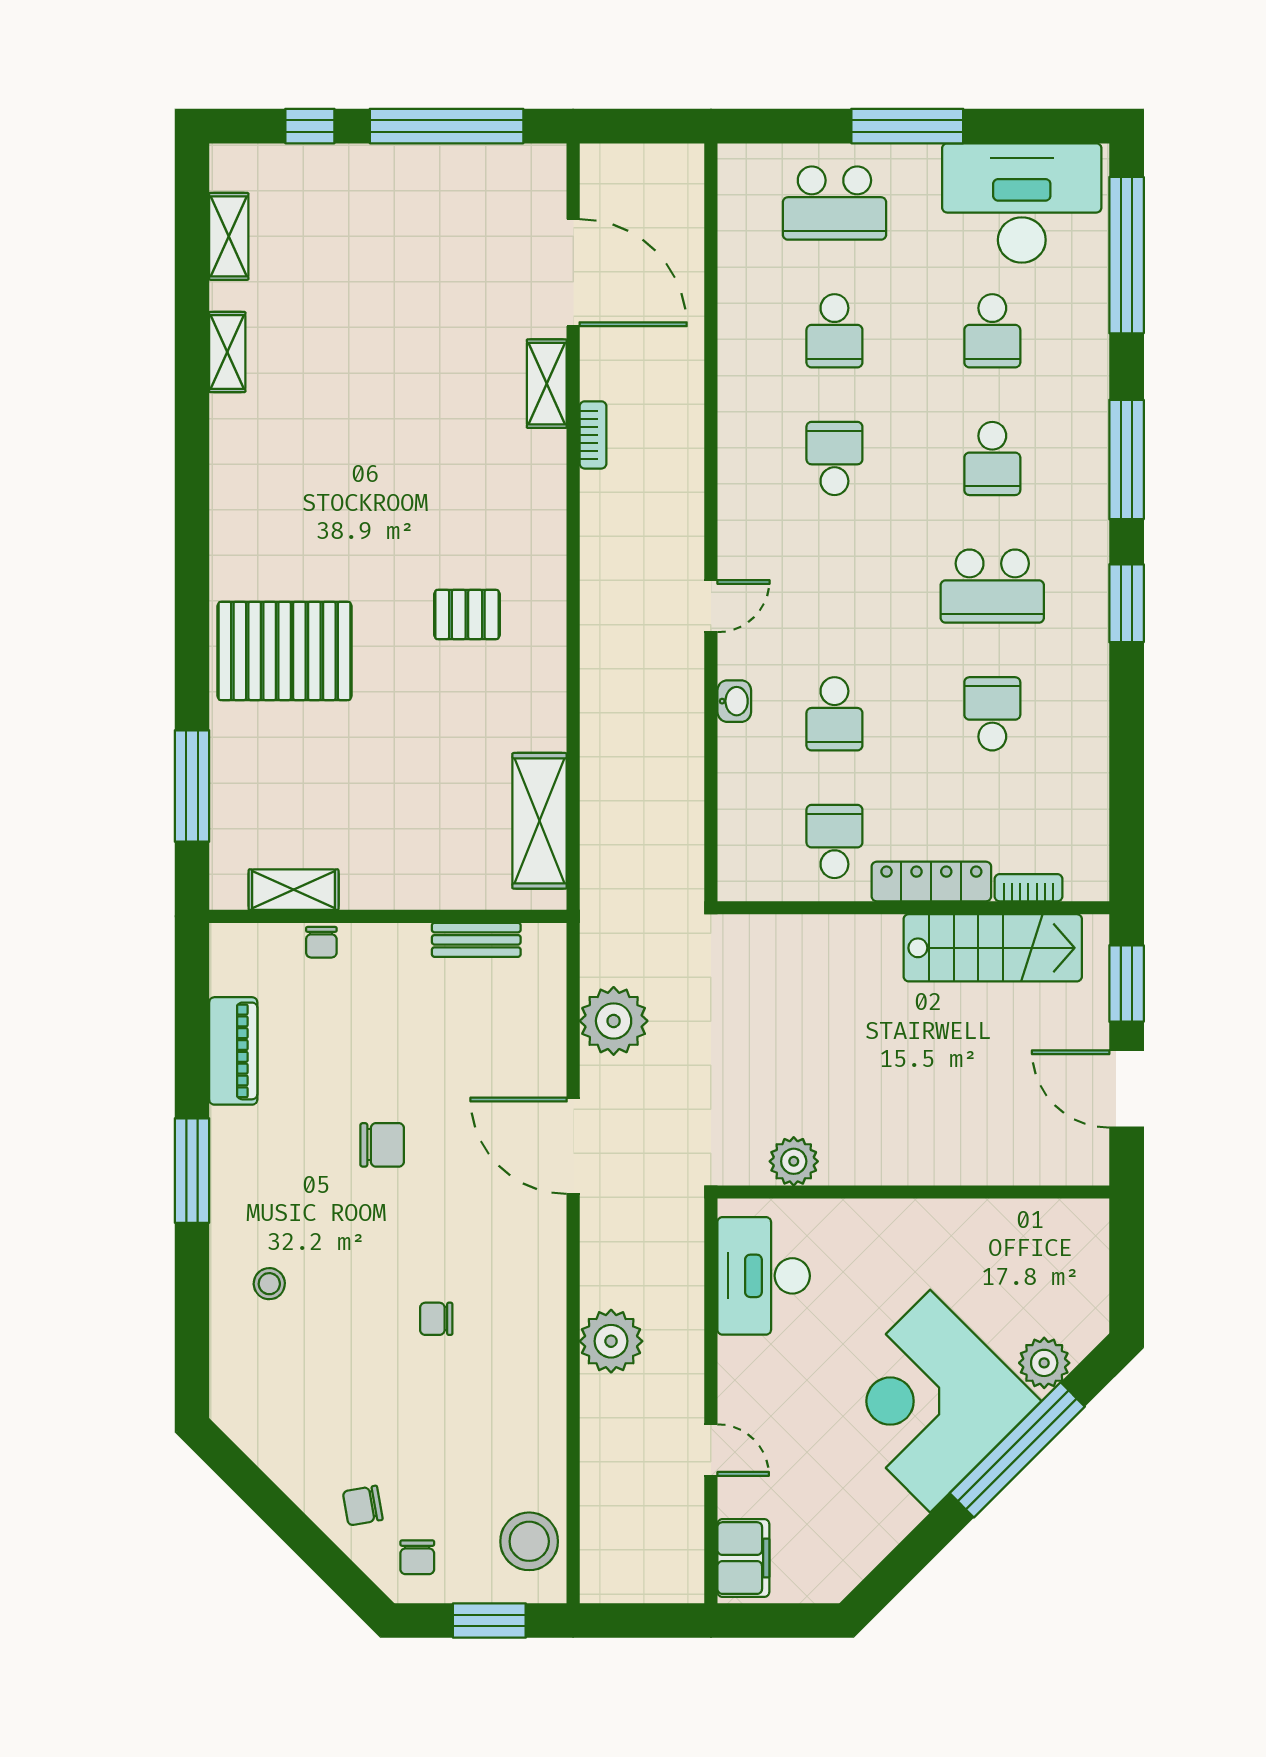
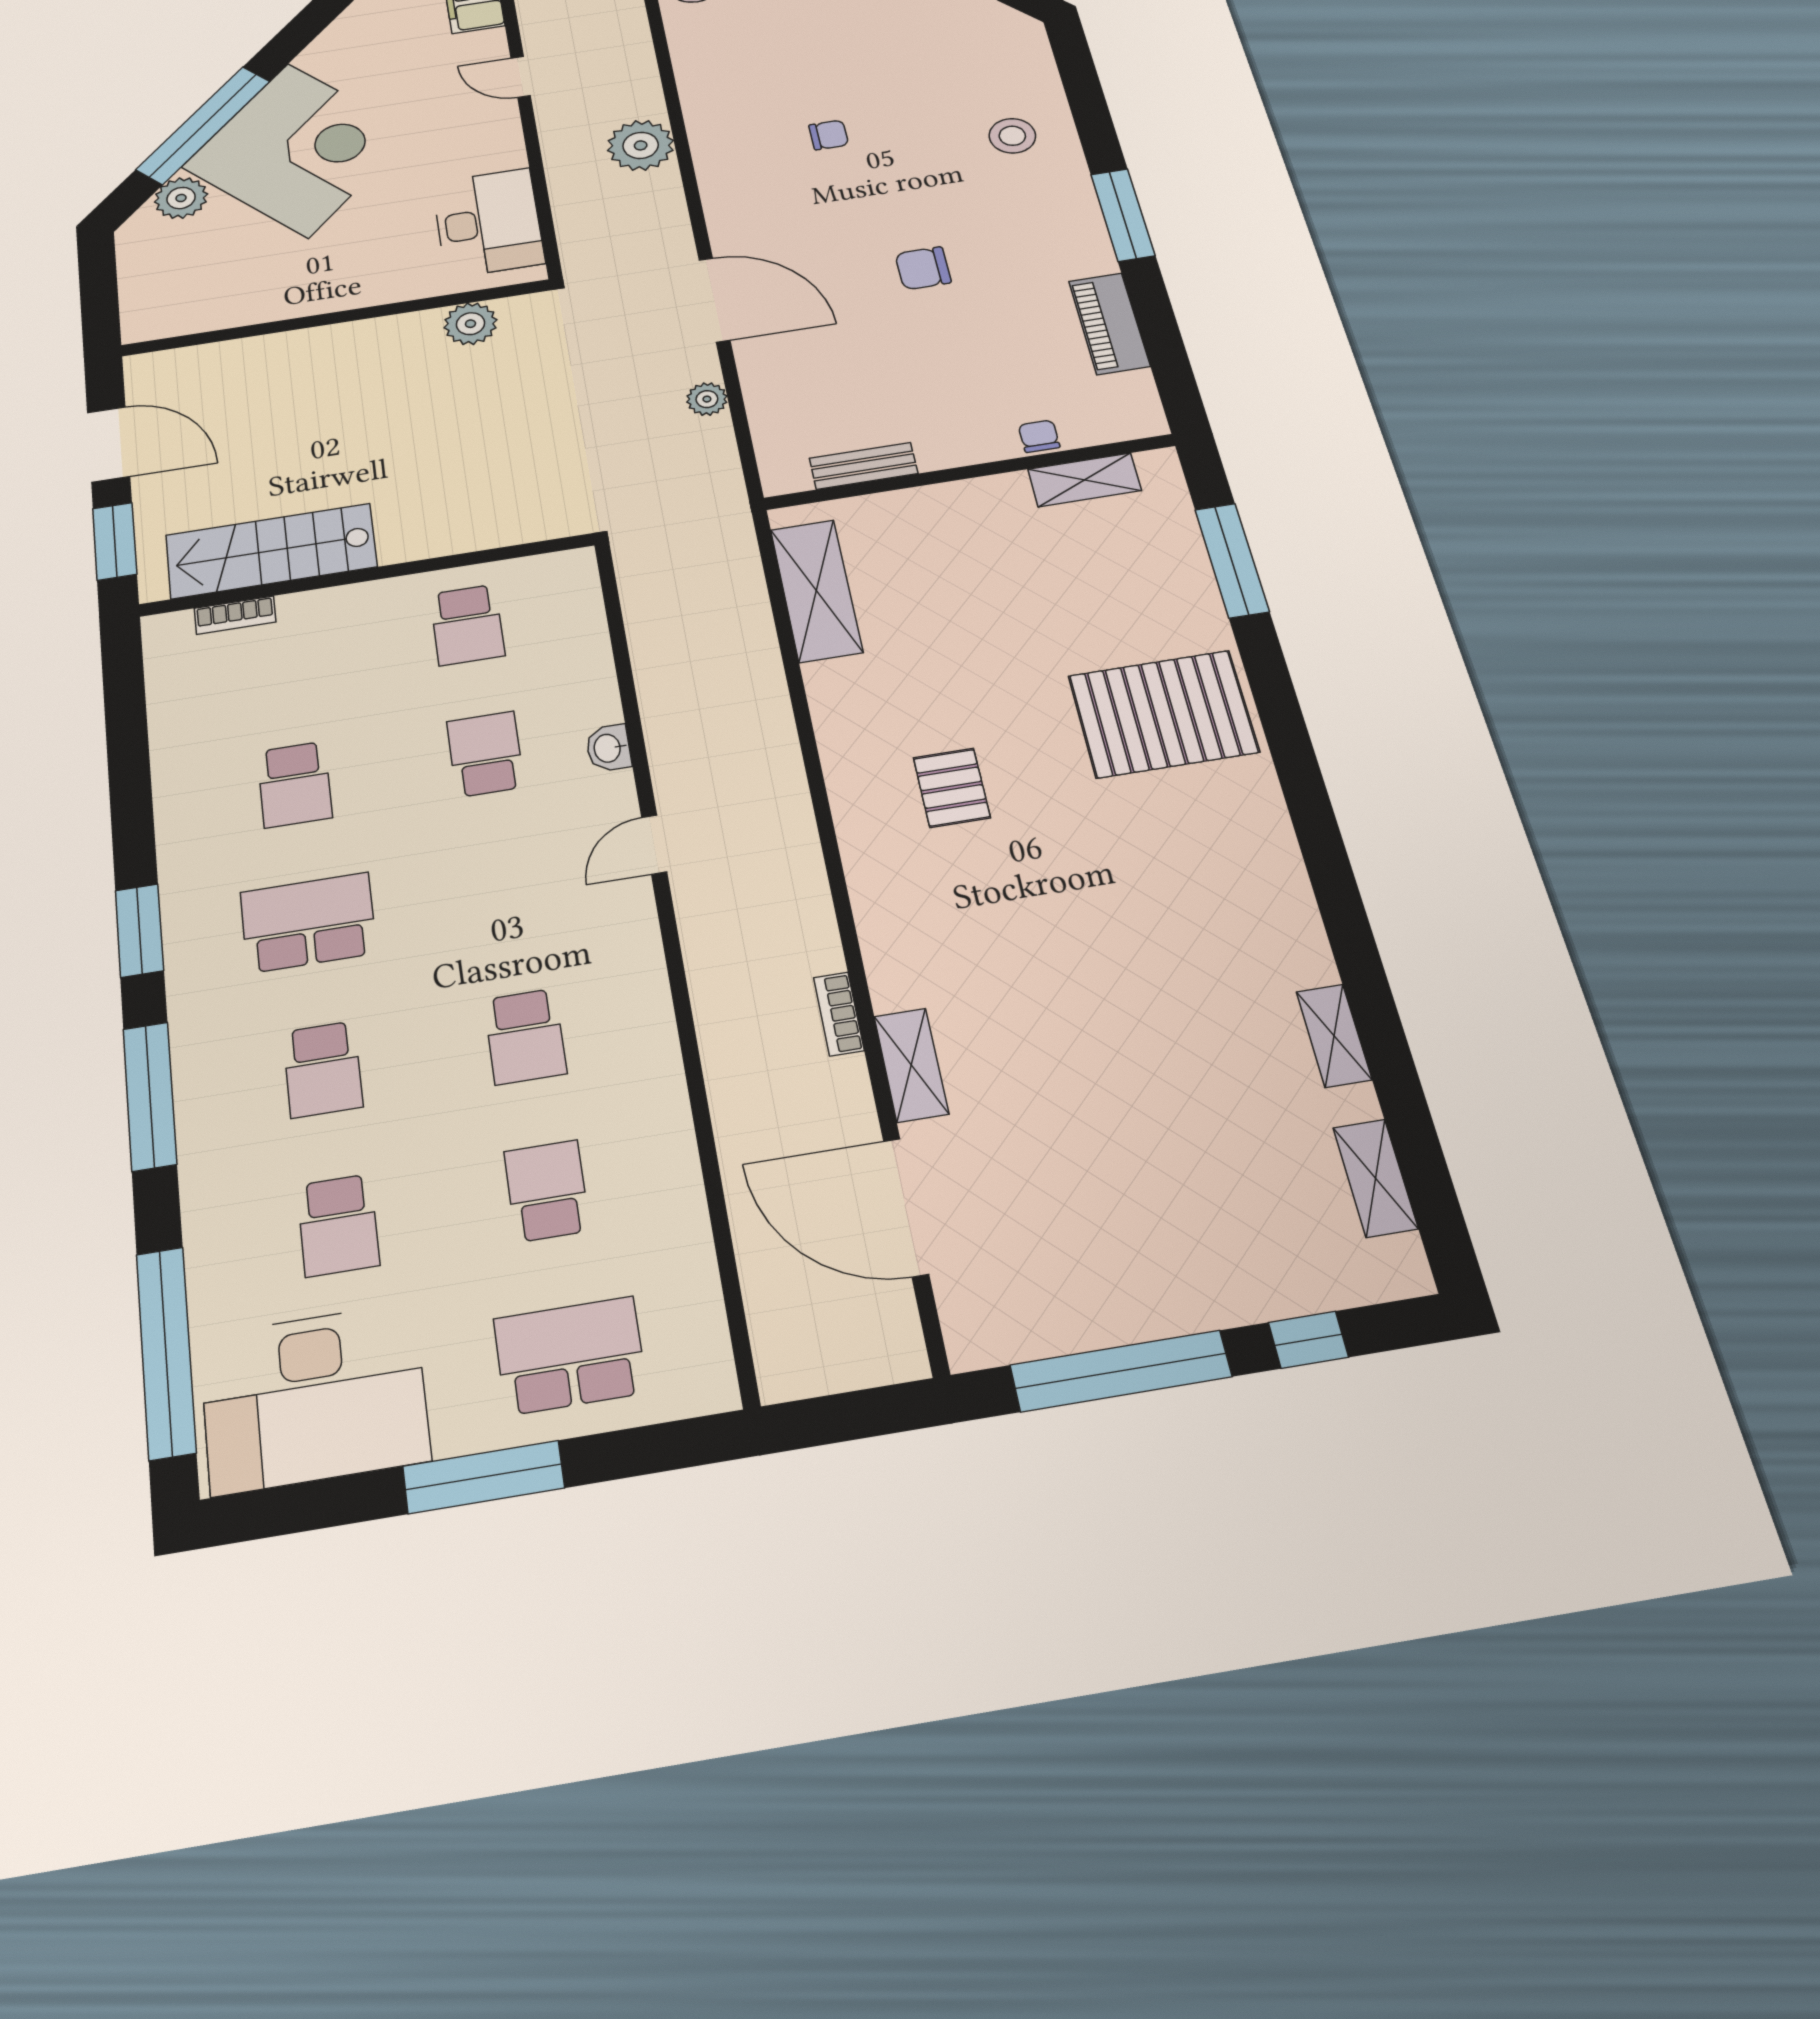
school desk: (992, 331) -> (338, 1225), turned 180
school desk: (992, 458) -> (323, 1069), turned 180
pallet: (467, 615) -> (952, 788), turned 90
locker: (931, 881) -> (349, 603), removed
plant: (614, 1021) -> (707, 399), width x0.53, depth x0.53
stool: (269, 1284) -> (1012, 136), width x1.37, depth x1.37

